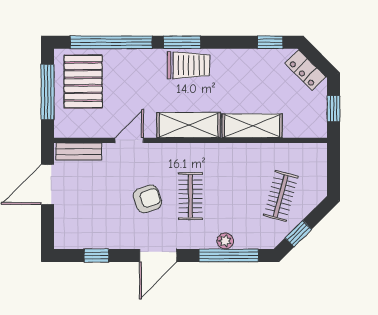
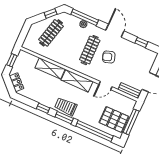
window: (270, 42) -> (43, 108), moved
pallet: (83, 82) -> (114, 120), turned 90
clothes rail: (191, 196) -> (90, 50), width x1.36
clothes rail: (281, 196) -> (51, 33), width x1.36
door: (158, 256) -> (115, 31), hinge flipped

